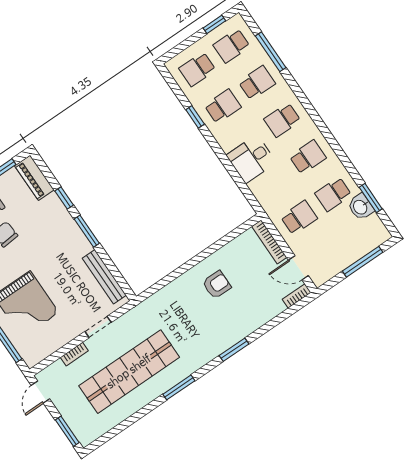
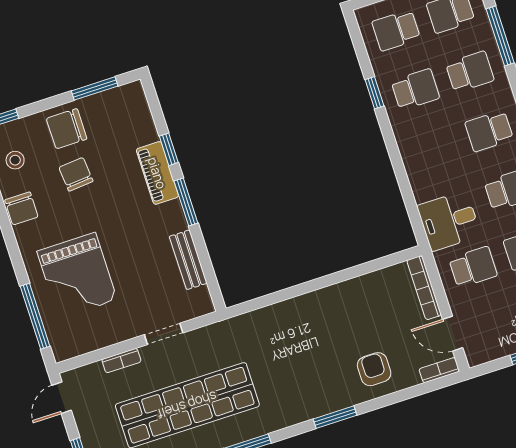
desk: (251, 159) -> (449, 221), moved
piano: (34, 178) -> (157, 173), moved
bench: (104, 277) -> (188, 260), width x0.73
armchair: (217, 285) -> (374, 369), moved, turned -90

